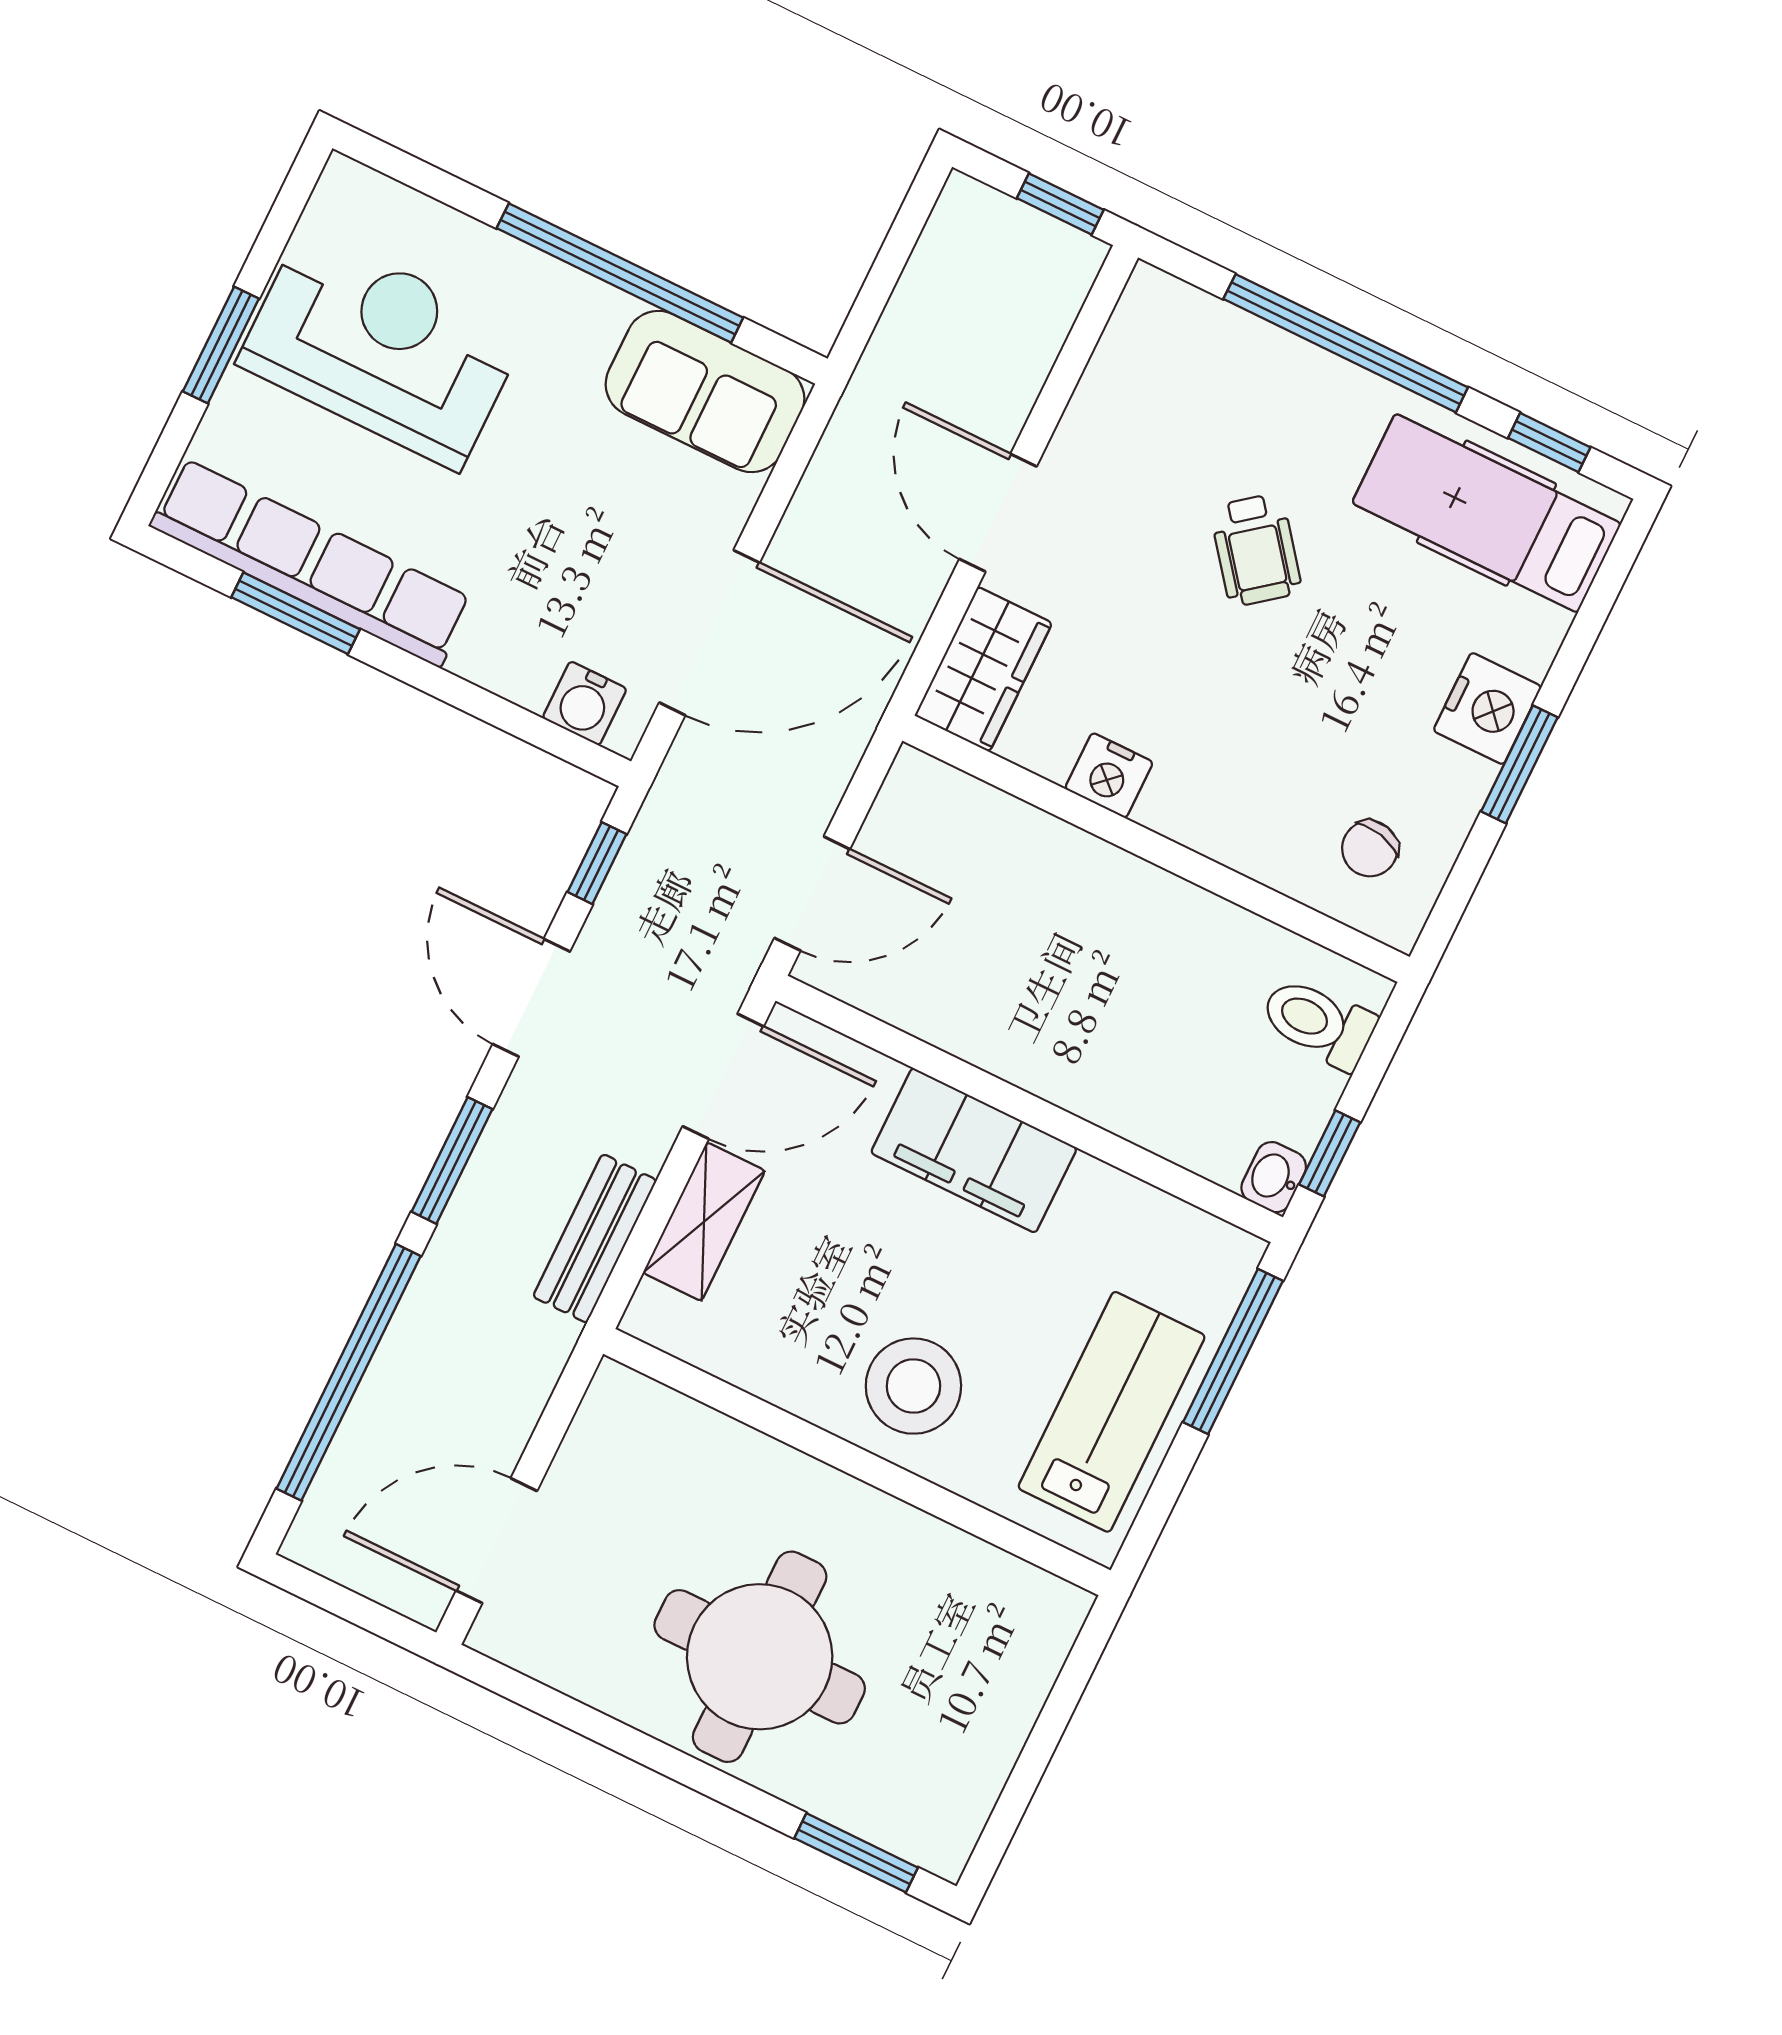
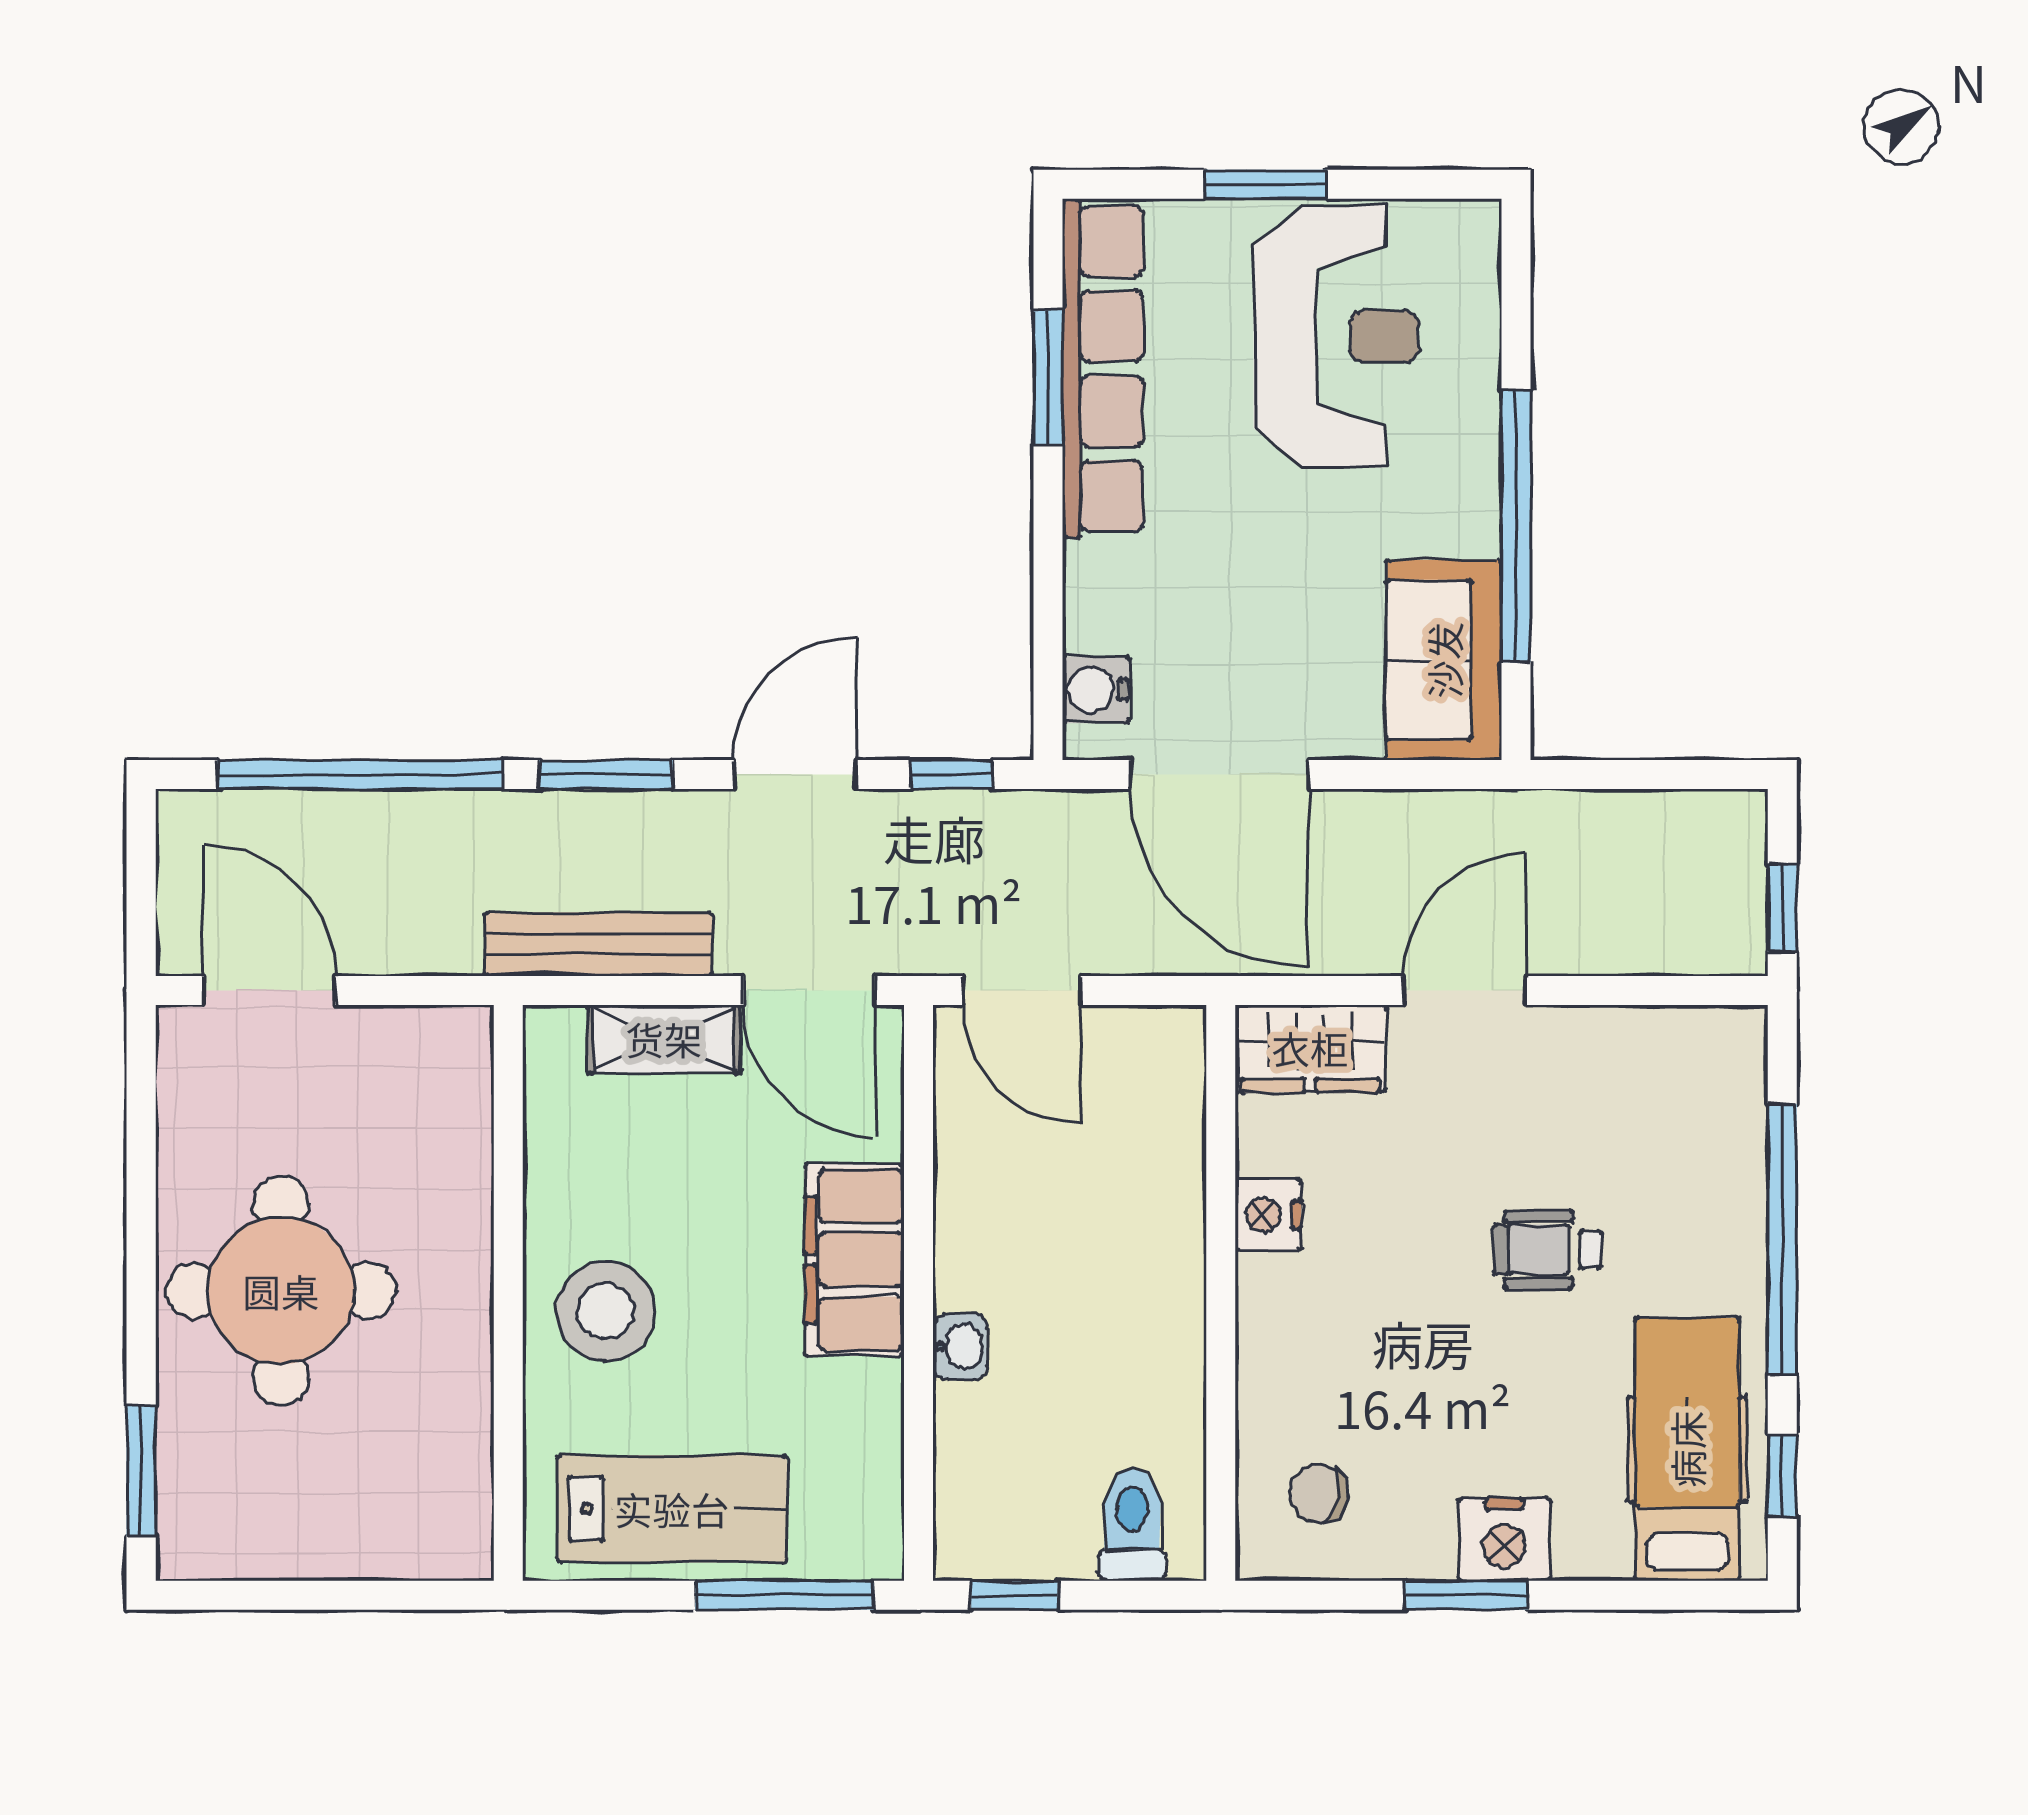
wheelchair: (1256, 550) -> (1547, 1250), turned 38
washbasin: (1274, 1177) -> (960, 1346), moved, turned 90
bench: (595, 1238) -> (598, 944), width x1.36

